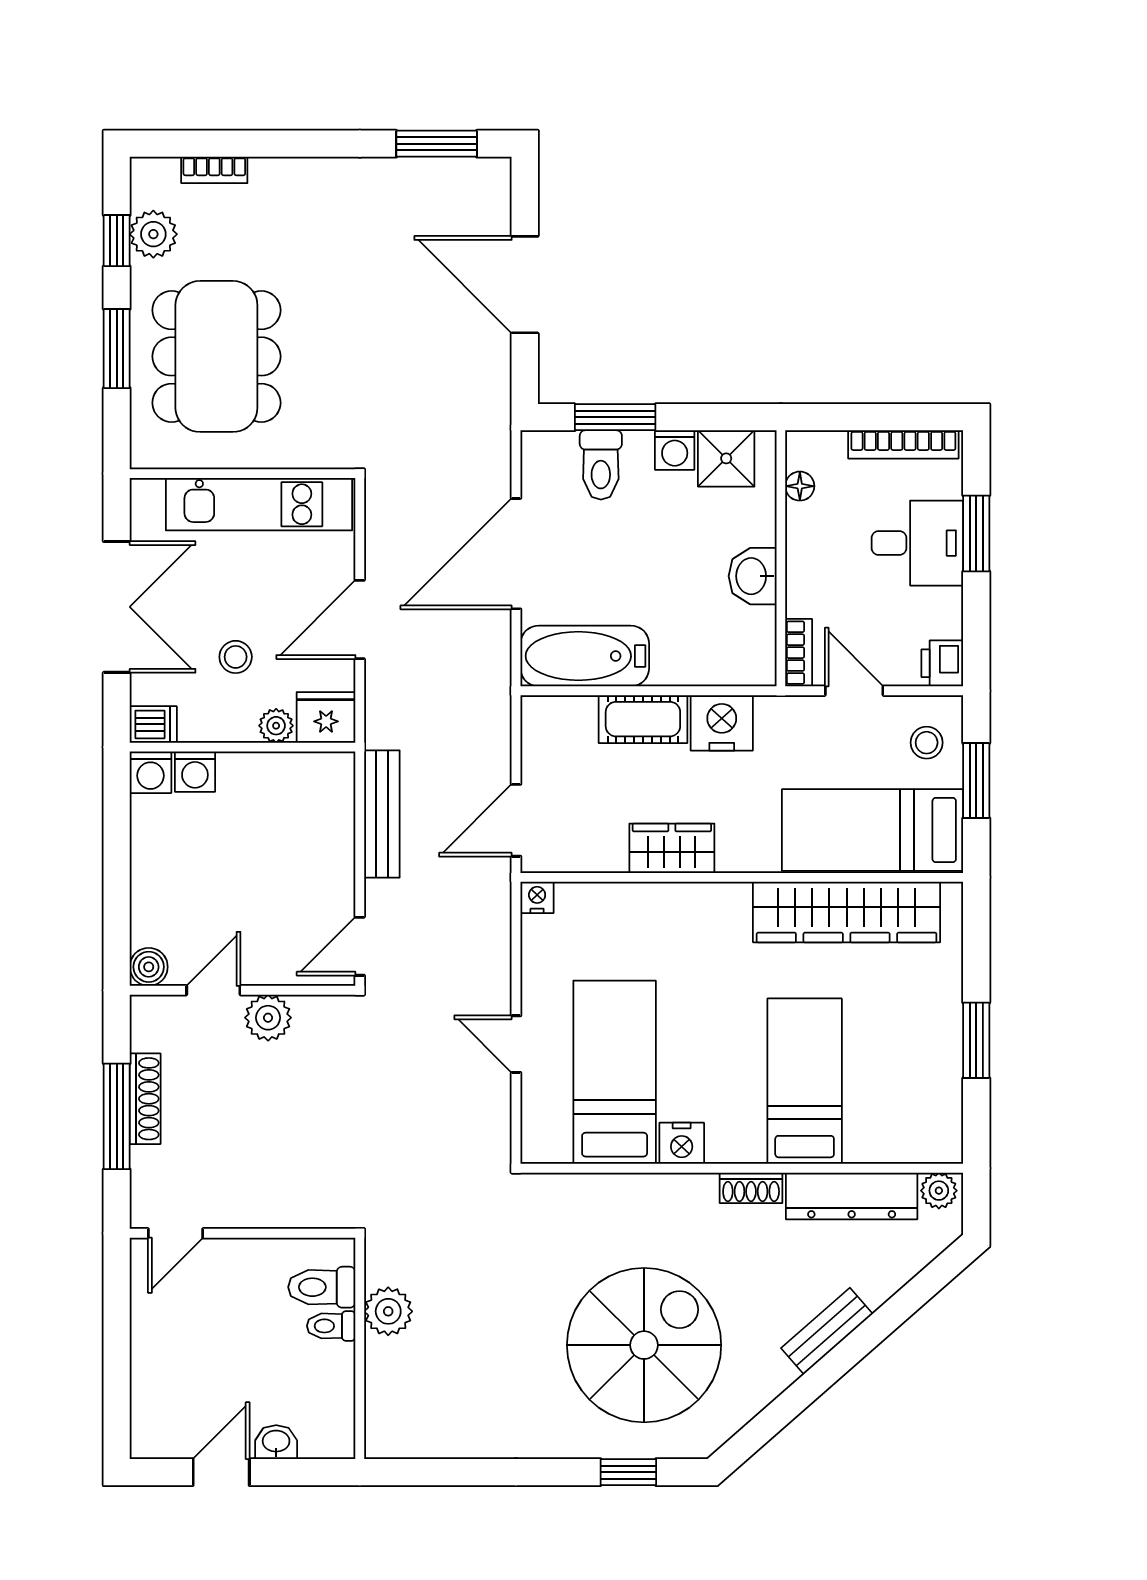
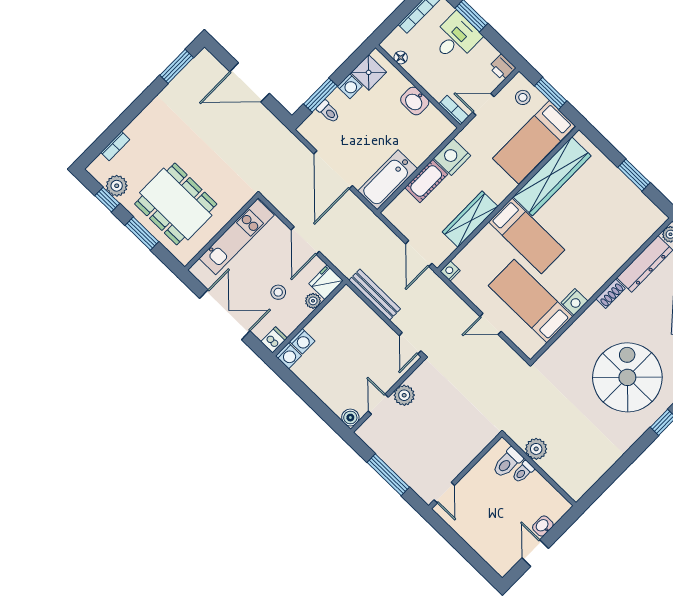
toilet: (601, 465) -> (328, 112), width x0.73, depth x0.72
wardrobe: (672, 848) -> (470, 219), width x1.50
bed: (805, 1081) -> (527, 236), moved, turned 180
shoe rack: (145, 1099) -> (392, 460), removed

